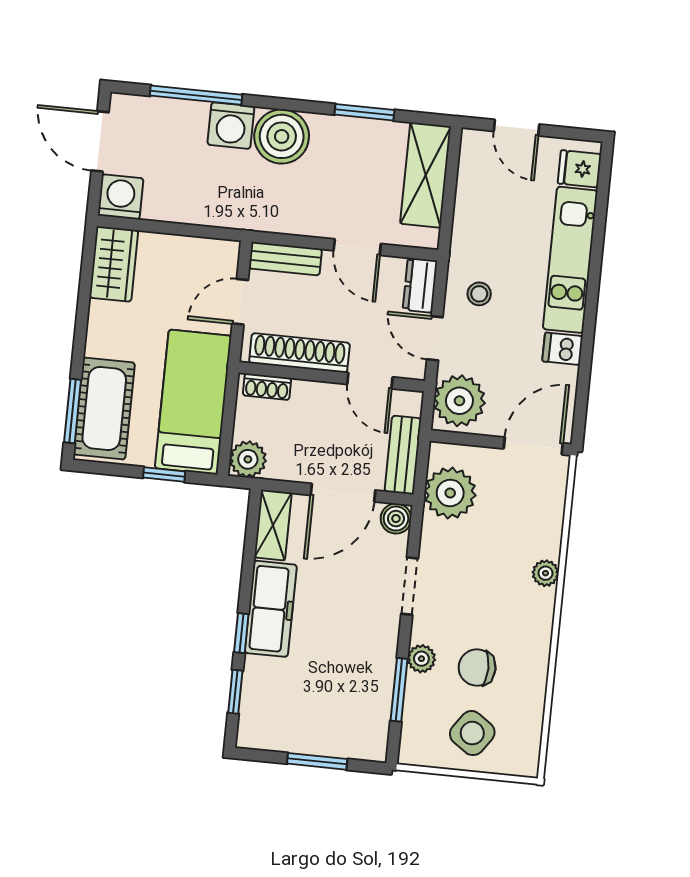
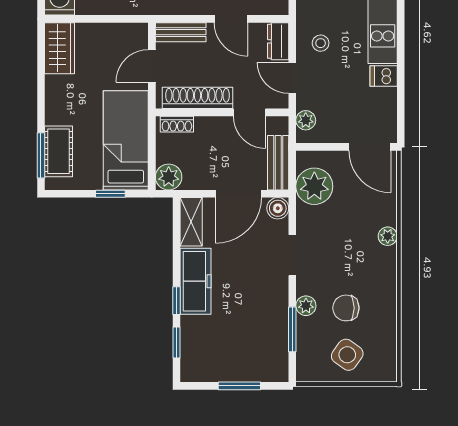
plant: (459, 401) -> (306, 120), width x0.53, depth x0.53
cot: (104, 409) -> (58, 151), width x0.73, depth x0.75
door: (533, 446) -> (370, 147), swing flipped

